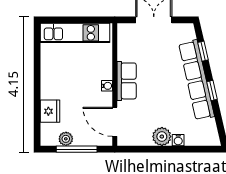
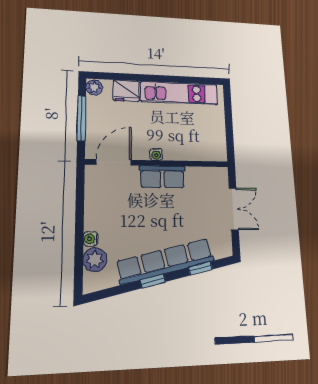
kitchen unit: (75, 33) -> (179, 93), moved, turned -90
plant: (162, 137) -> (95, 260), moved
plant: (66, 139) -> (94, 87), moved

